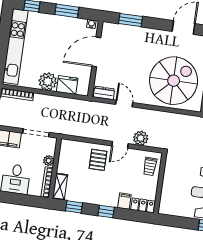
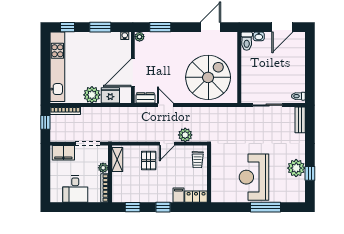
plant: (107, 27) -> (140, 37), added
door: (96, 52) -> (133, 73), moved
shelving: (60, 187) -> (117, 159), moved

